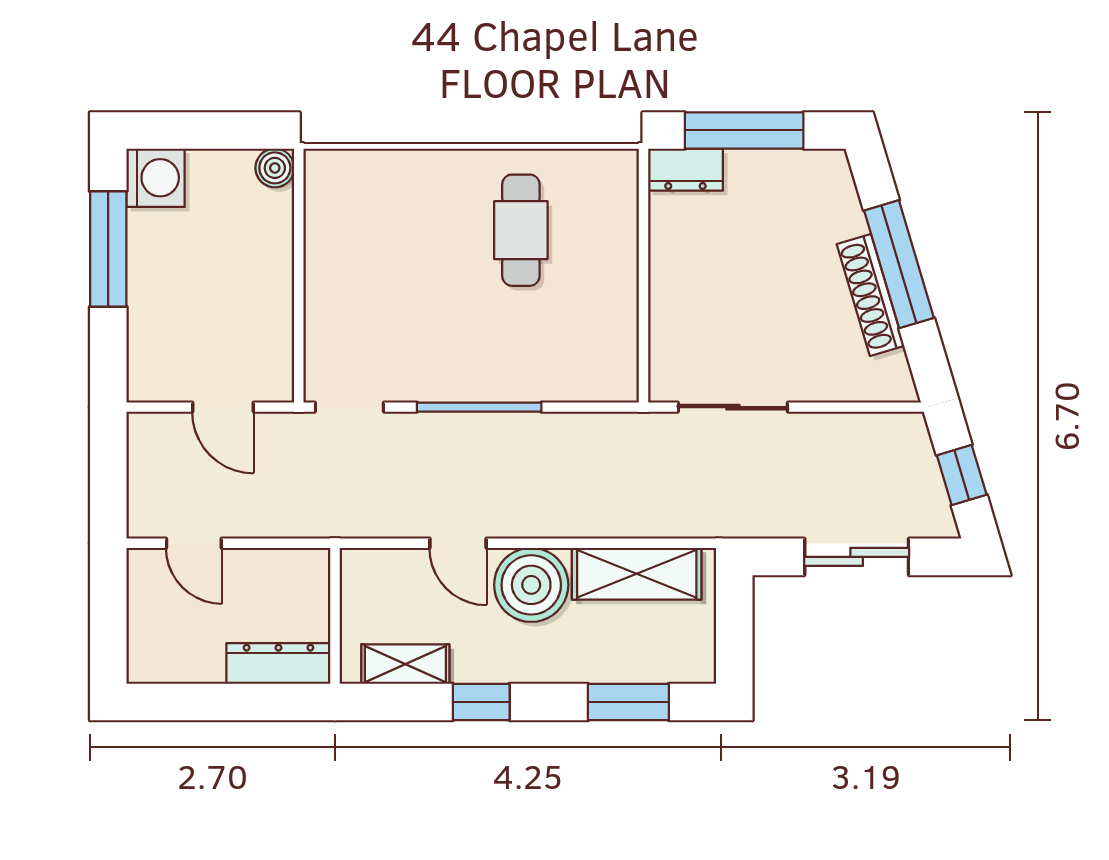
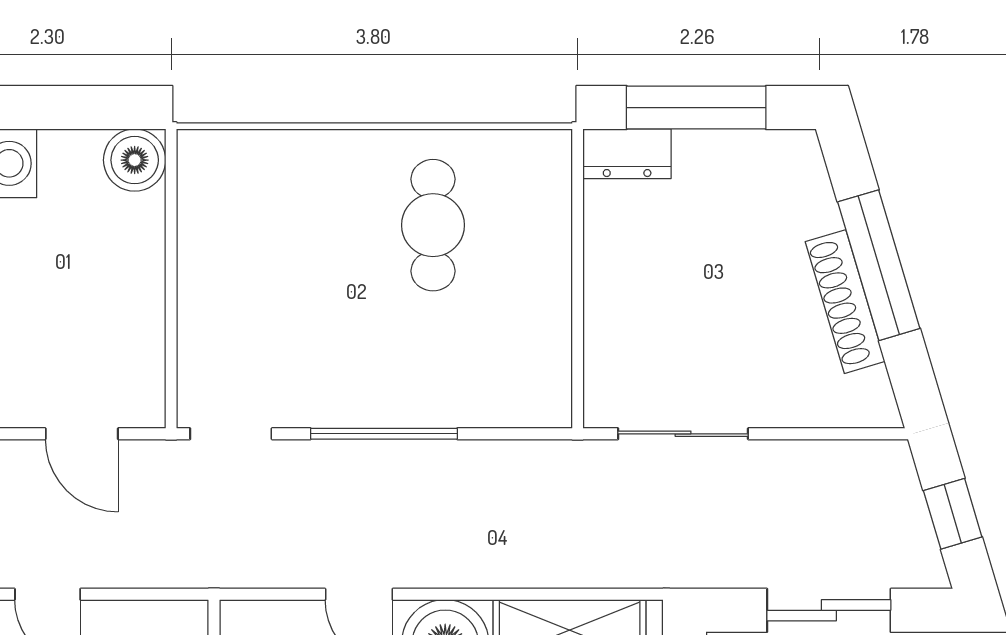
boiler: (275, 168) -> (135, 160), width x1.36, depth x1.36

